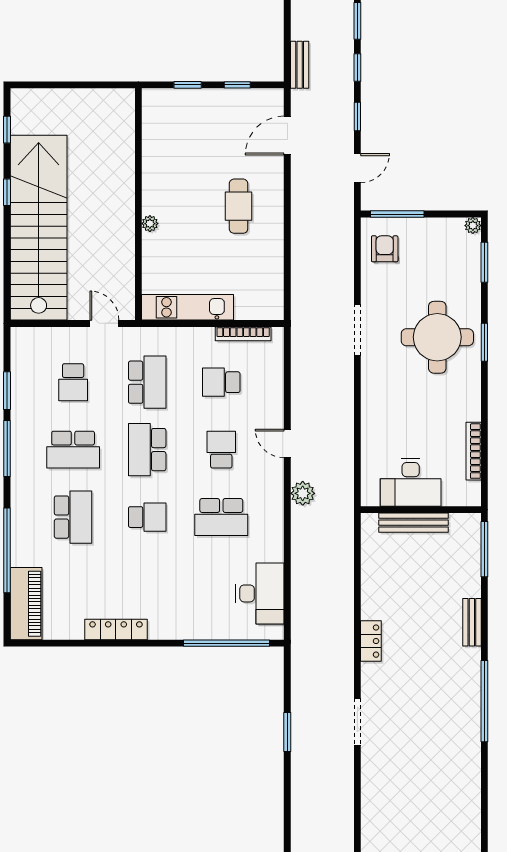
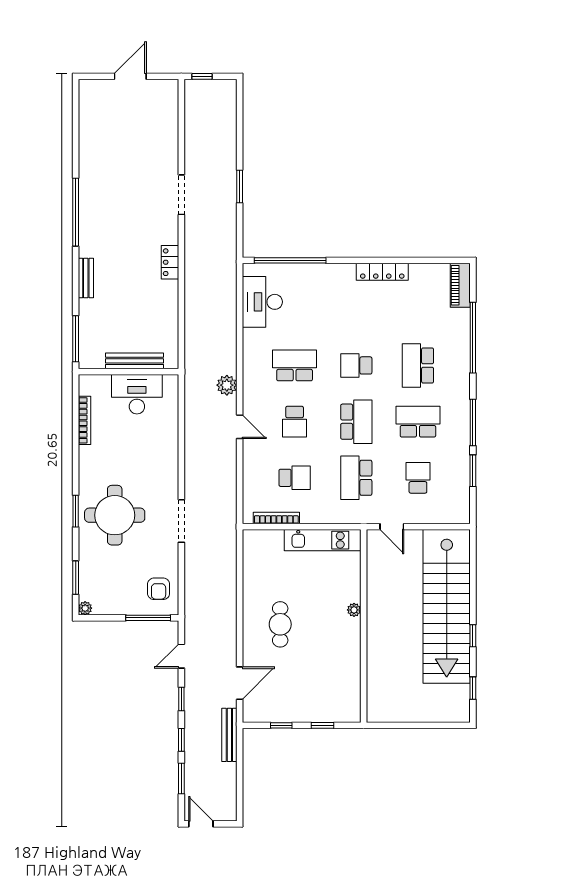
bench: (300, 65) -> (229, 735), width x1.36
piano: (26, 604) -> (460, 285), width x0.73, depth x0.75

